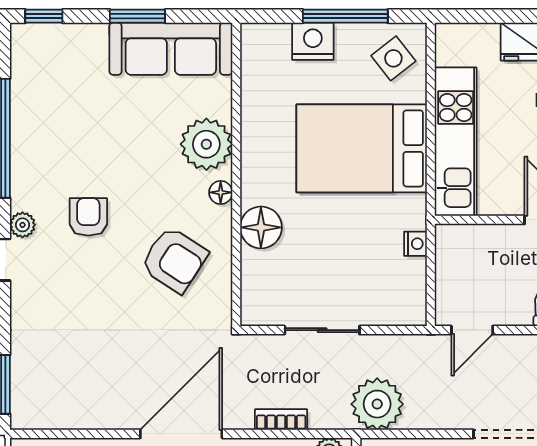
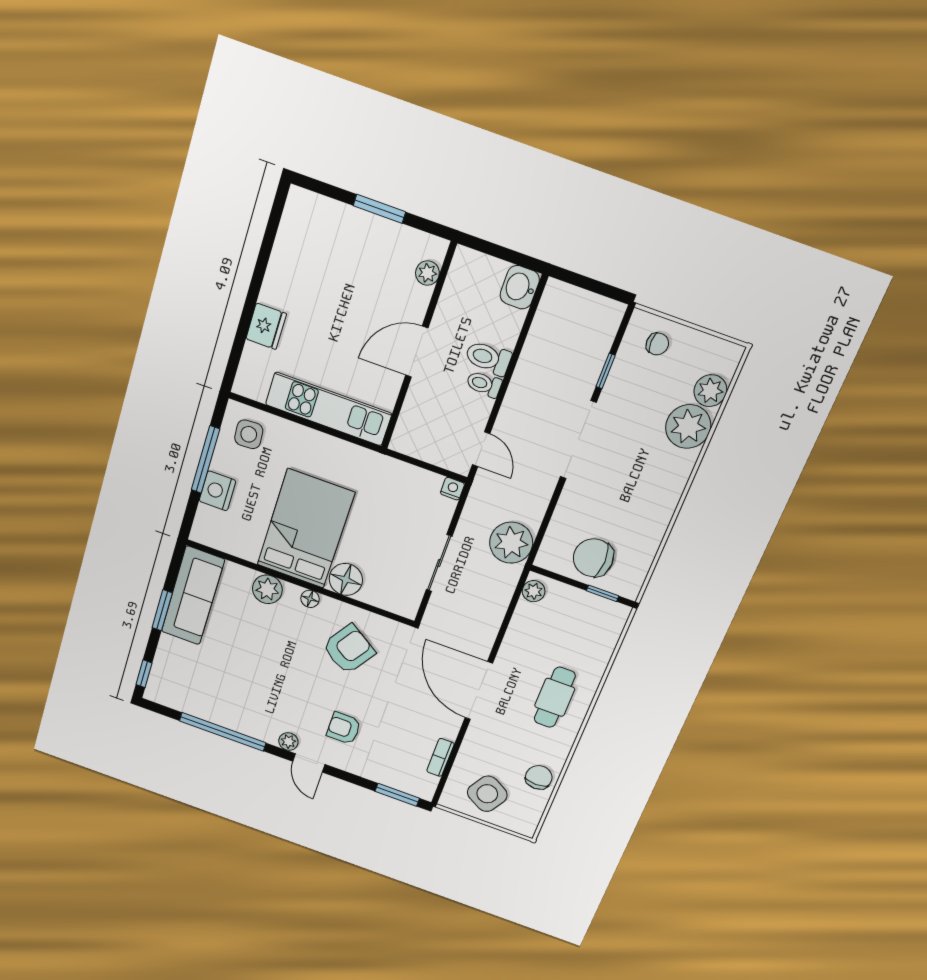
side table: (393, 58) -> (249, 434), turned 35
plant: (206, 144) -> (267, 589), width x0.73, depth x0.73
bed: (362, 148) -> (306, 529), moved, turned 180
armchair: (88, 217) -> (344, 728), moved
nightstand: (415, 244) -> (452, 489), moved
bookcase: (281, 420) -> (440, 757), moved

